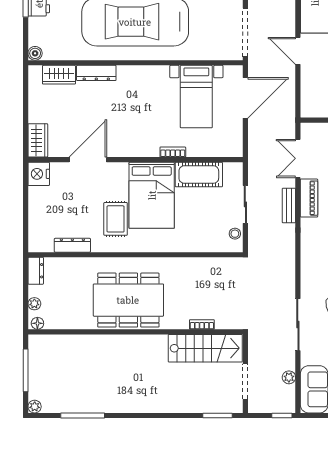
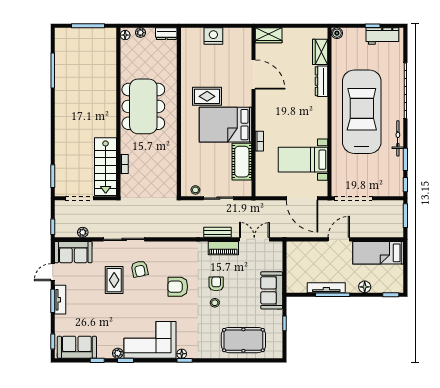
nightstand: (39, 174) -> (213, 36), moved
dresser: (72, 245) -> (186, 62), removed
plant: (35, 407) -> (60, 33), removed

